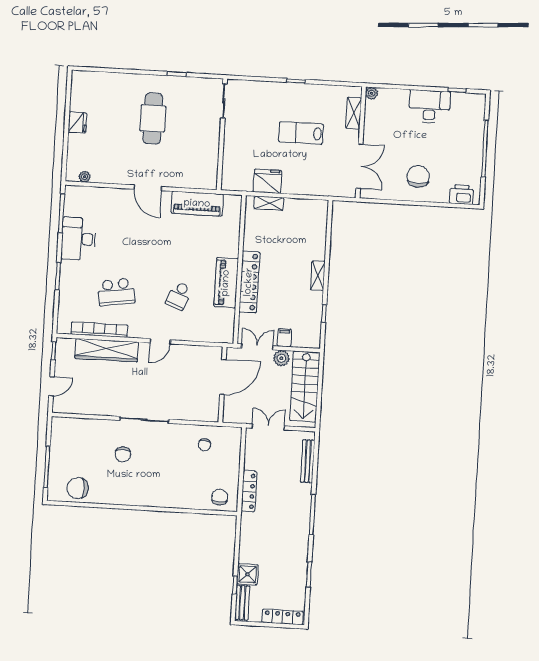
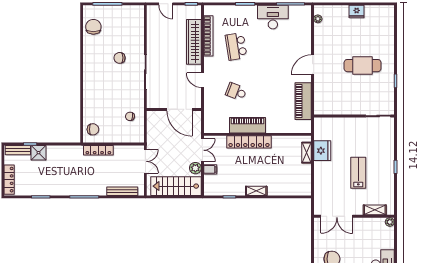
door: (223, 377) -> (179, 109), moved
wall: (222, 385) -> (174, 109), moved

